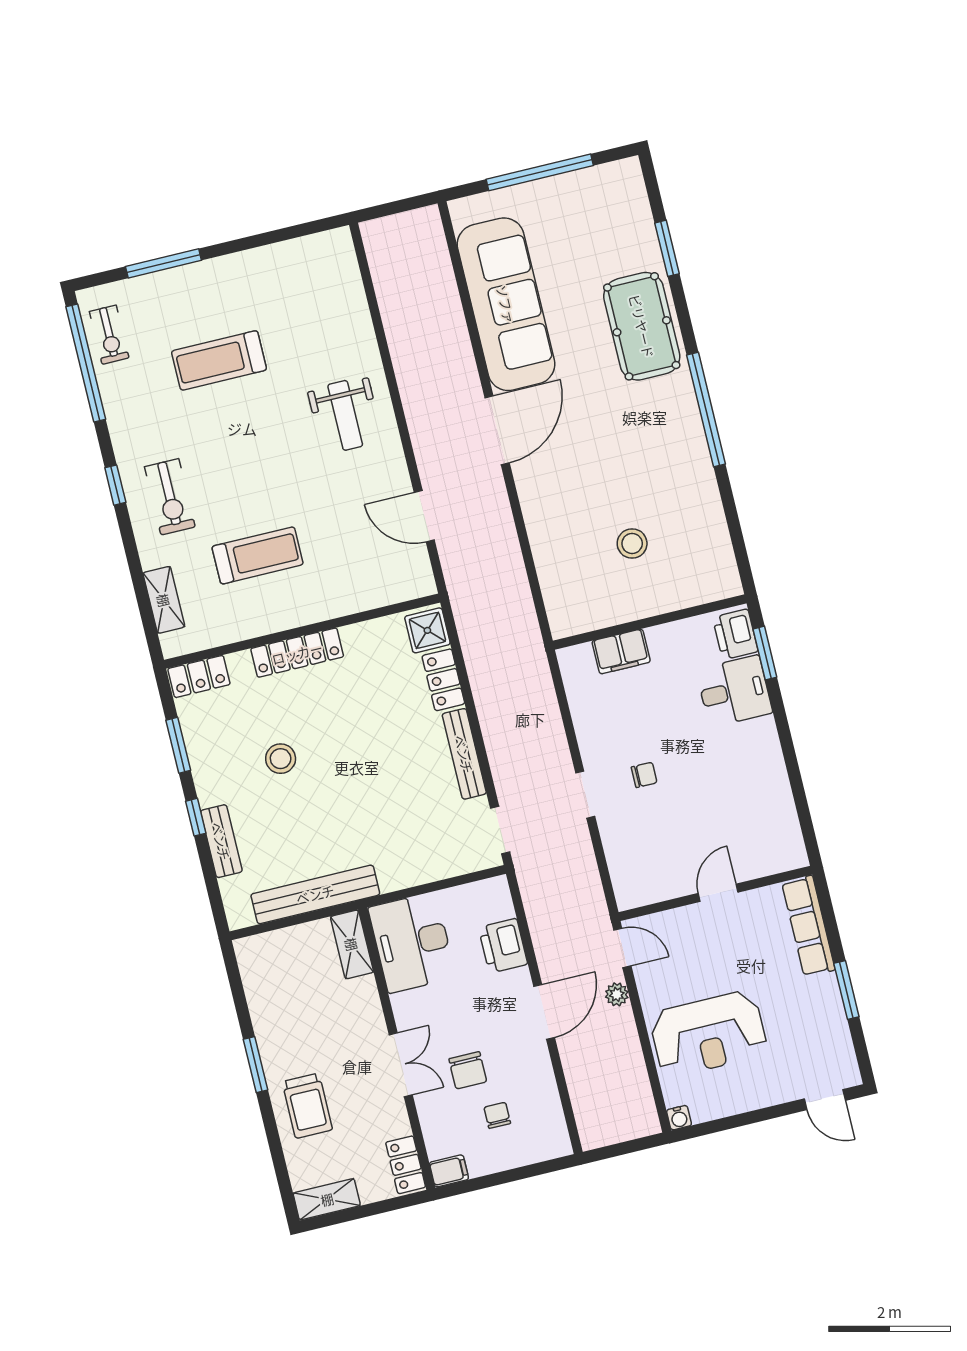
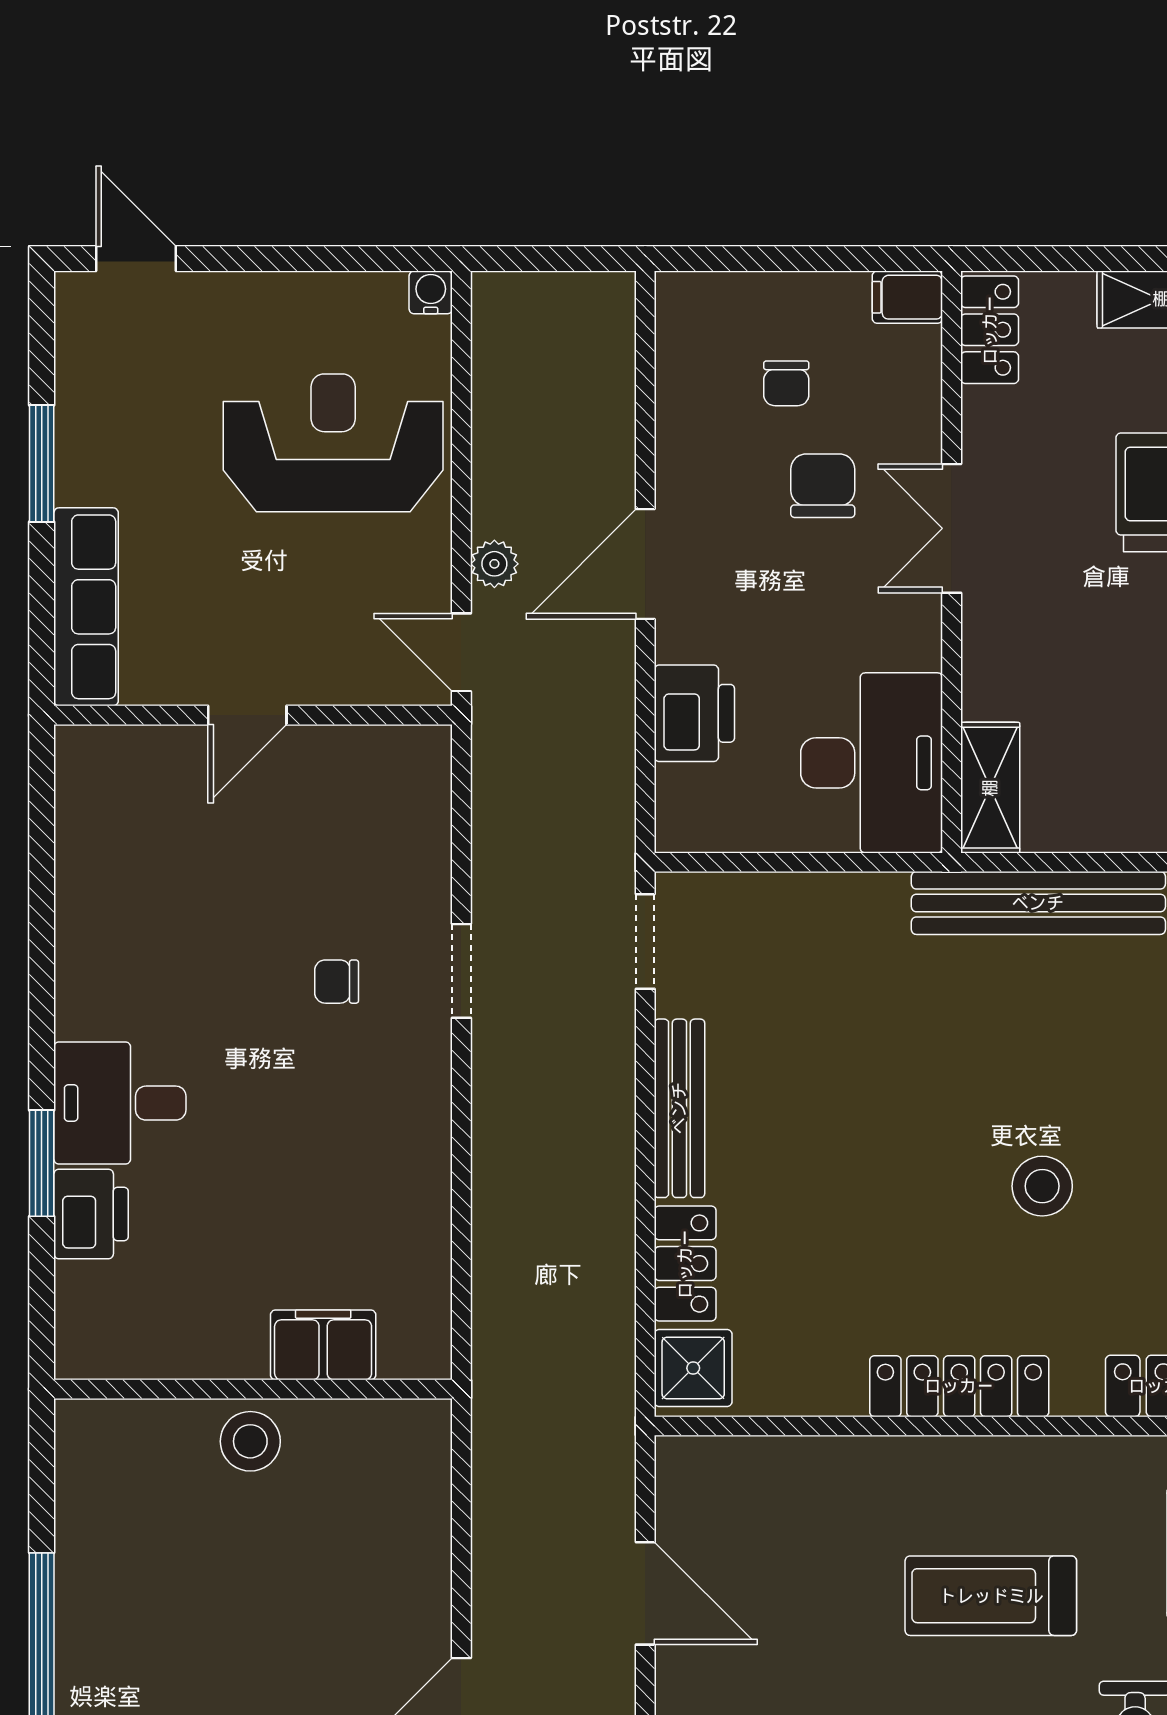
wall: (650, 622) -> (253, 1389), moved
filing cabinet: (621, 651) -> (323, 1345), moved

